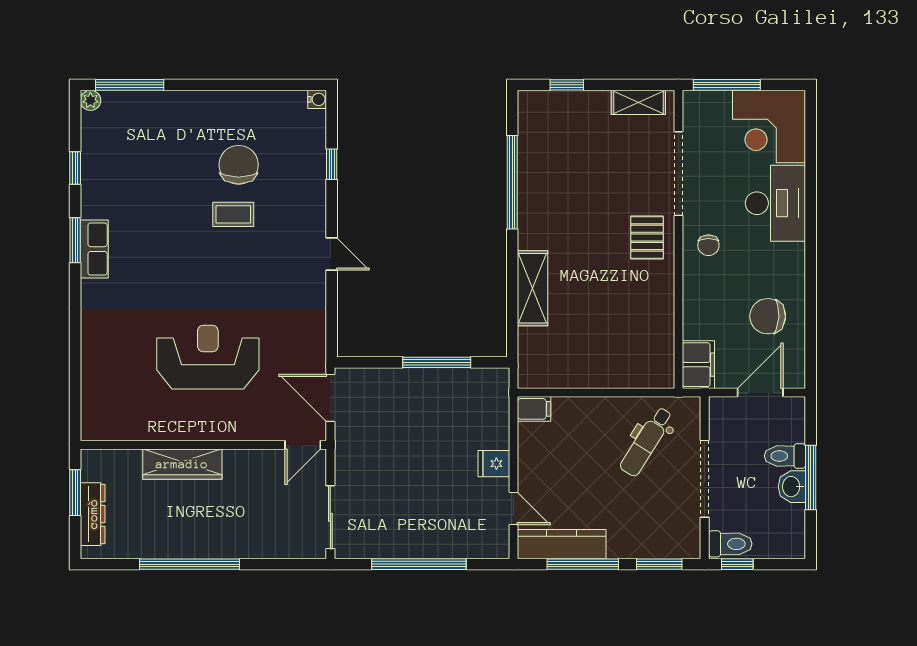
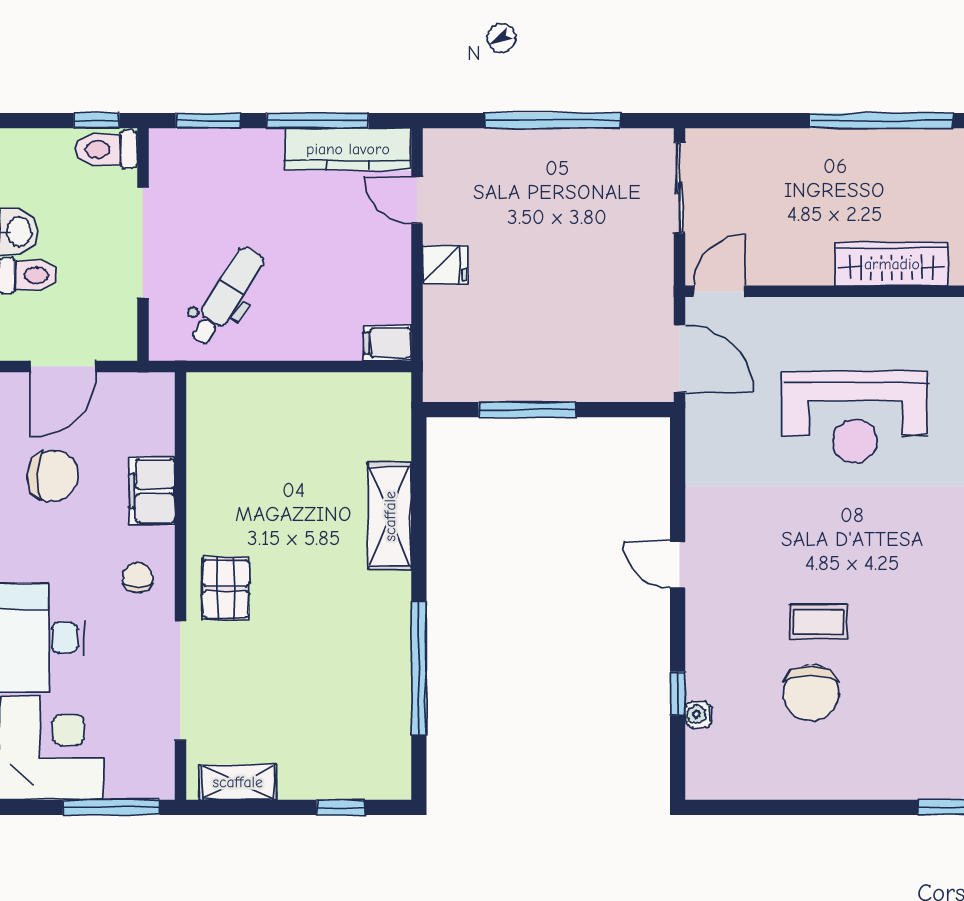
water cooler: (317, 99) -> (698, 714), moved
filing cabinet: (698, 365) -> (152, 491), moved

